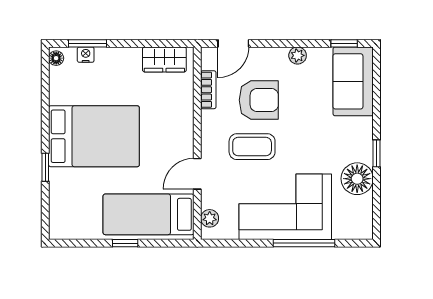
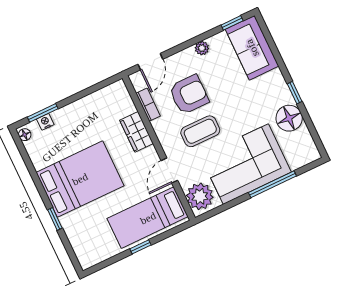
wardrobe: (164, 59) -> (137, 132), moved, turned 90
plant: (210, 218) -> (200, 196), width x1.87, depth x1.87

